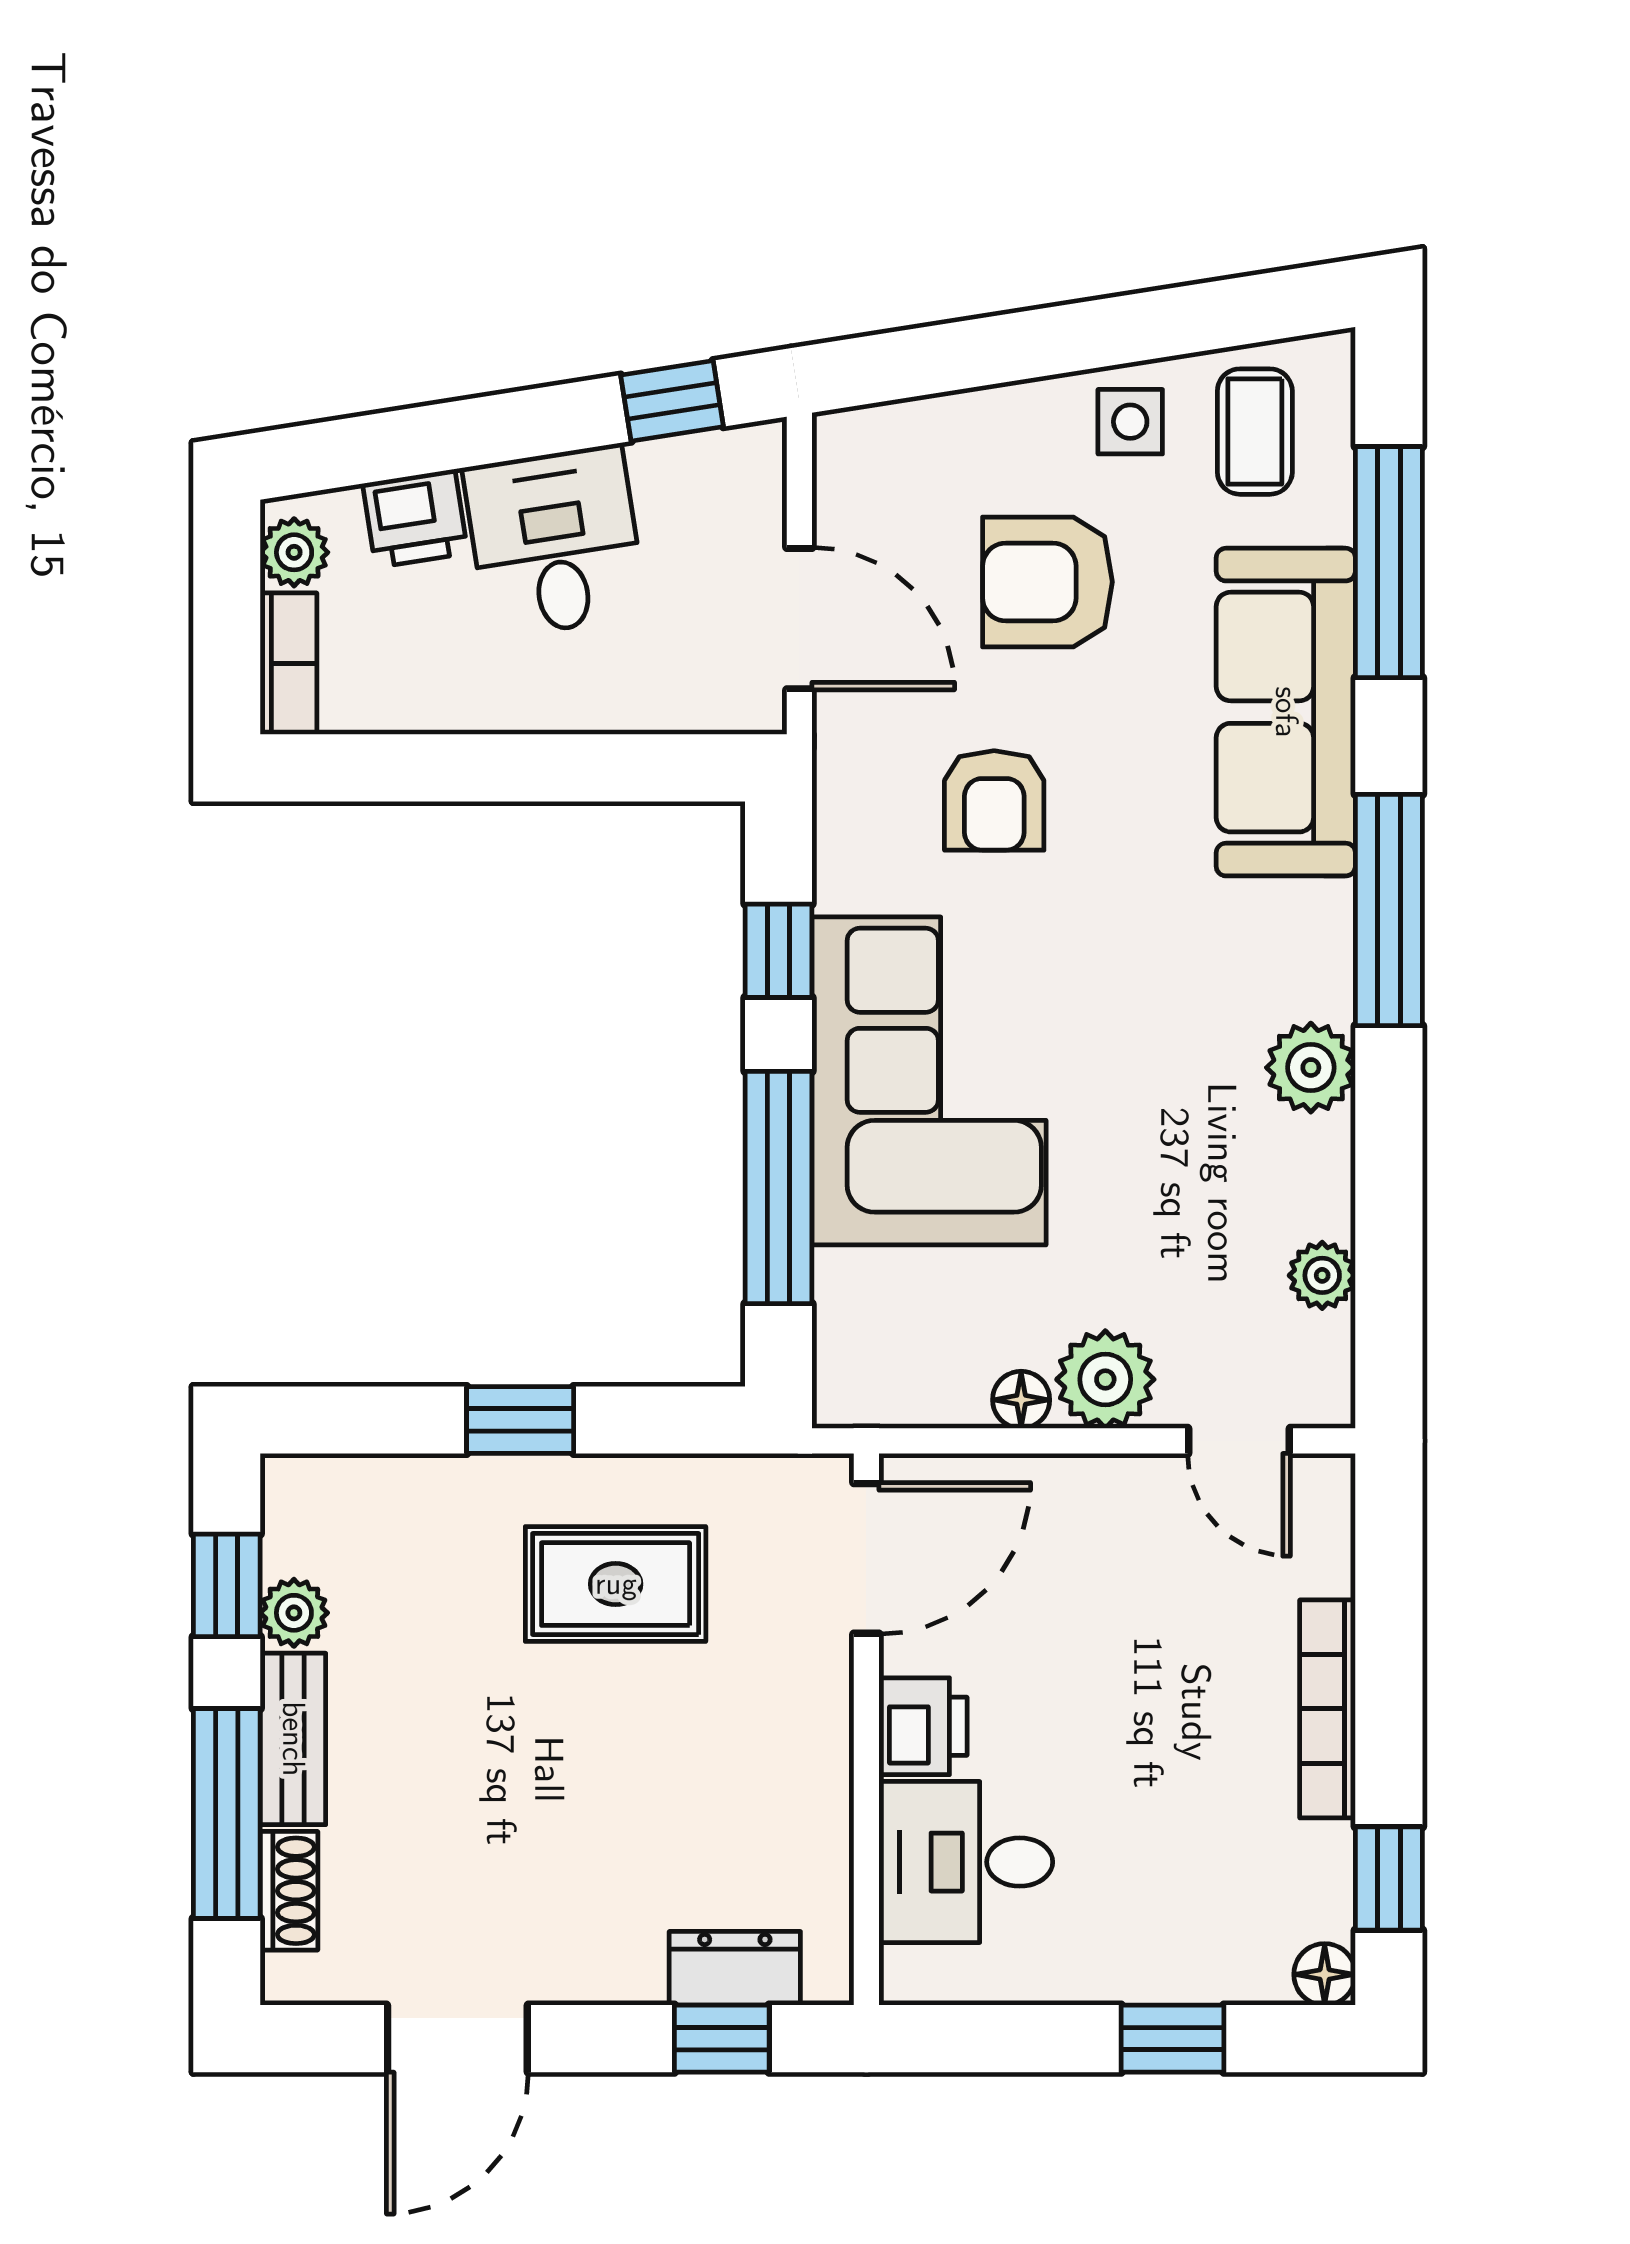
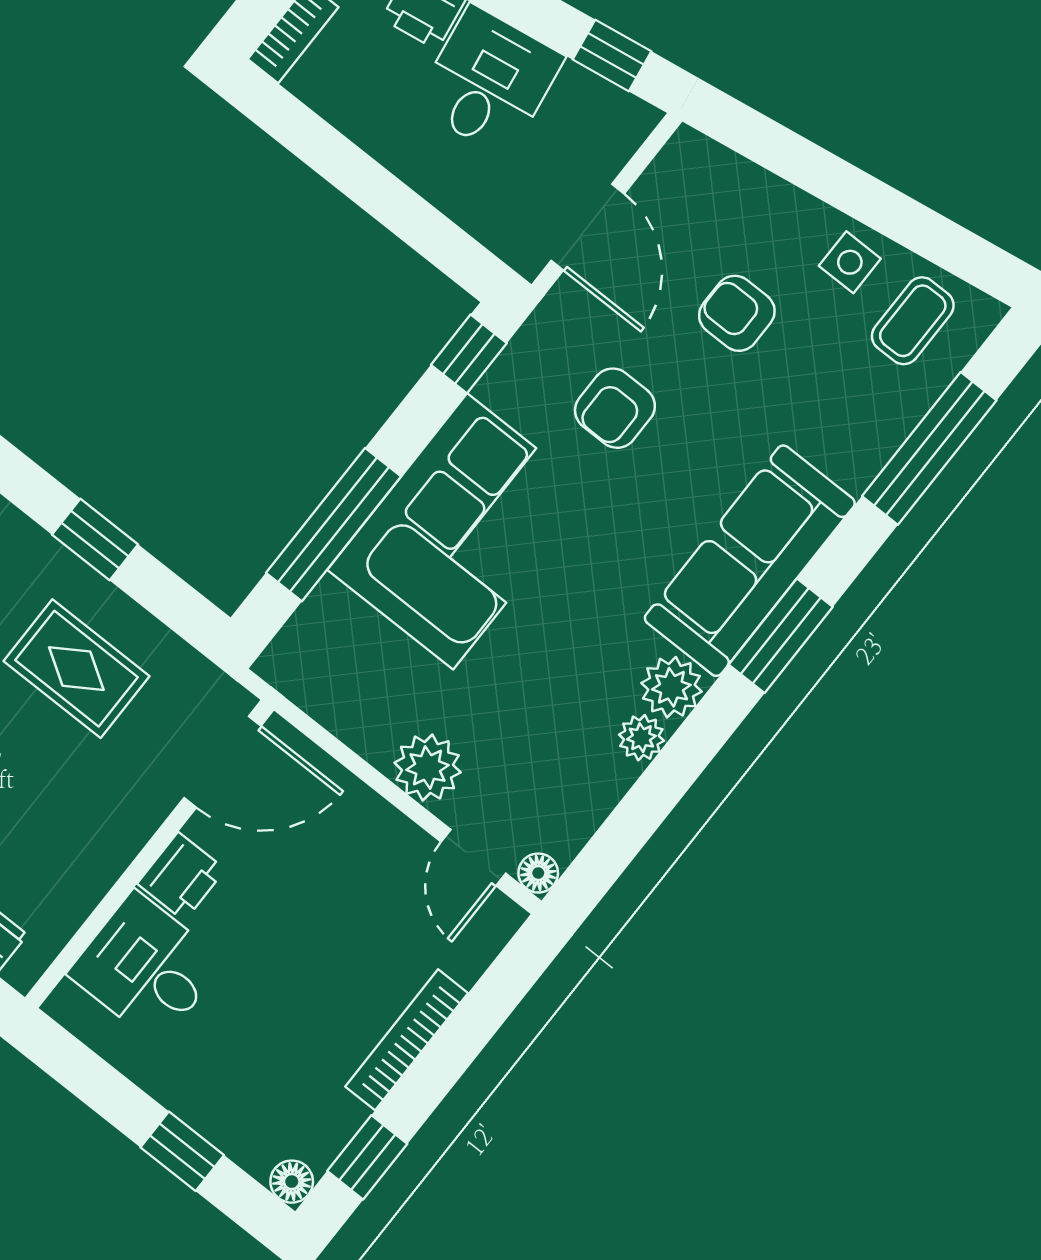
armchair: (1048, 582) -> (737, 313), width x0.72, depth x0.72
sofa: (1286, 712) -> (750, 561), moved
window: (1389, 910) -> (781, 636), width x0.69
window: (779, 951) -> (469, 354), moved
plant: (1322, 1275) -> (641, 738), moved
floor lamp: (1021, 1400) -> (538, 873), moved

